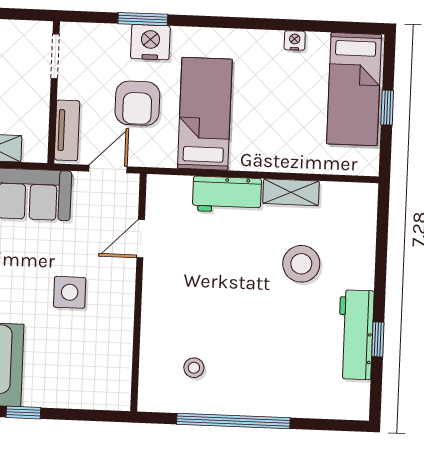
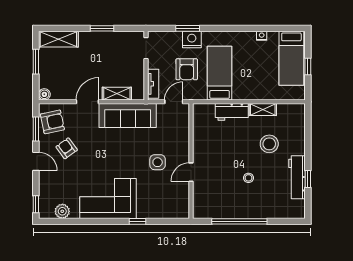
door: (141, 239) -> (191, 172), moved
stool: (194, 368) -> (248, 178), moved

